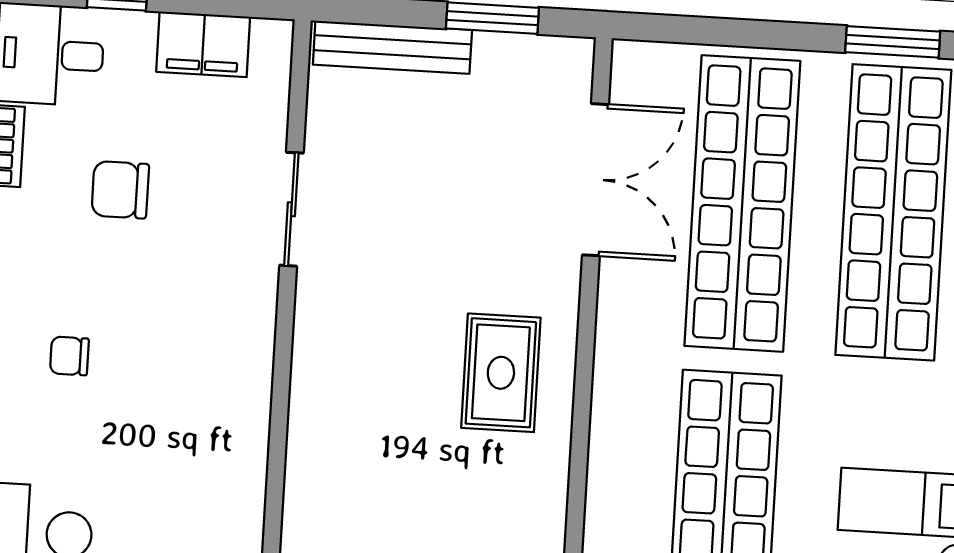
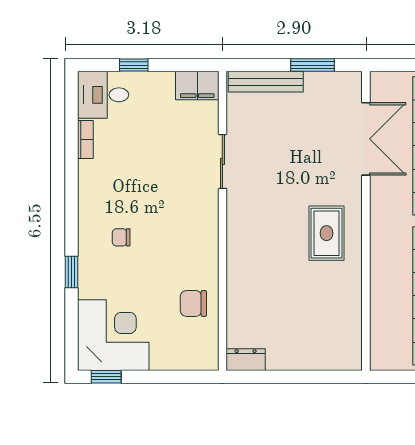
filing cabinet: (203, 44) -> (197, 86), moved
chair: (120, 190) -> (193, 303), moved

